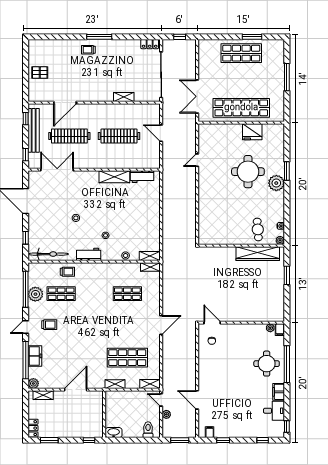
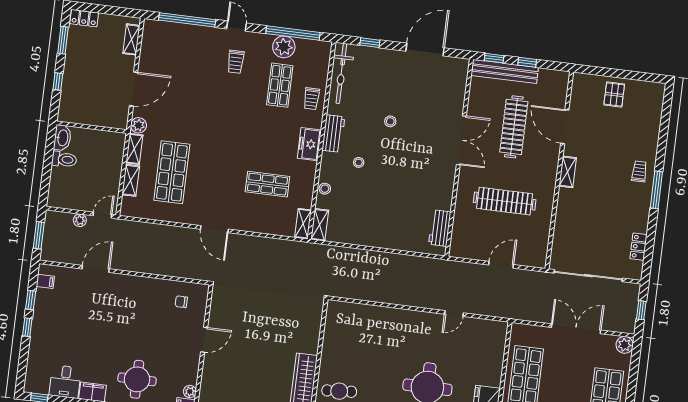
locker: (150, 44) -> (638, 247), moved
plant: (204, 45) -> (625, 345), added
double door: (197, 96) -> (576, 329), moved
shelving: (124, 97) -> (568, 172), moved
window: (26, 119) -> (527, 62), moved
bench: (34, 130) -> (505, 71), moved
clothes rail: (119, 136) -> (505, 201), turned 90
door: (197, 160) -> (454, 314), swing flipped
double door: (57, 170) -> (461, 140), moved
shelving: (114, 177) -> (445, 187), removed
shop shelf: (127, 294) -> (267, 184), turned 90
door: (212, 323) -> (204, 340), moved
freezer: (35, 356) -> (309, 144), moved, turned 90
plant: (33, 383) -> (138, 125), moved
shelving: (150, 384) -> (131, 180), moved
door: (76, 390) -> (134, 89), hinge flipped
toilet: (148, 430) -> (64, 159), moved
window: (89, 440) -> (58, 82), moved
window: (263, 440) -> (27, 327), moved

